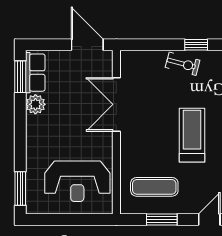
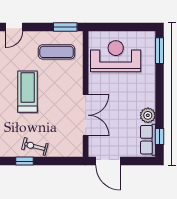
window: (20, 77) -> (160, 136), width x0.67
treadmill: (192, 135) -> (28, 92), turned 180
window: (162, 219) -> (65, 27), moved

